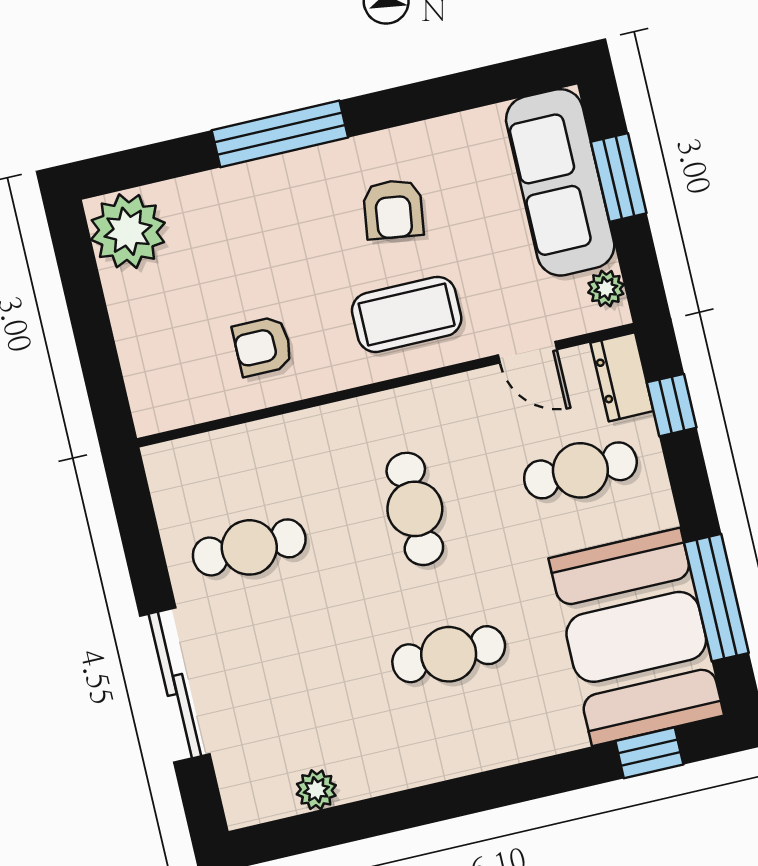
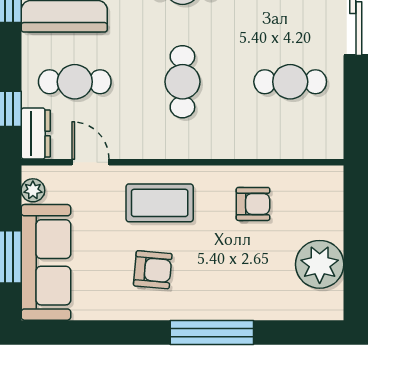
armchair: (393, 209) -> (153, 270), turned 87
plant: (128, 231) -> (320, 264), moved

